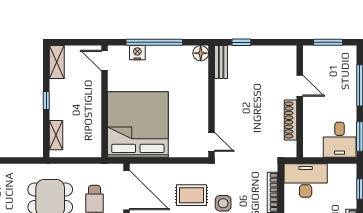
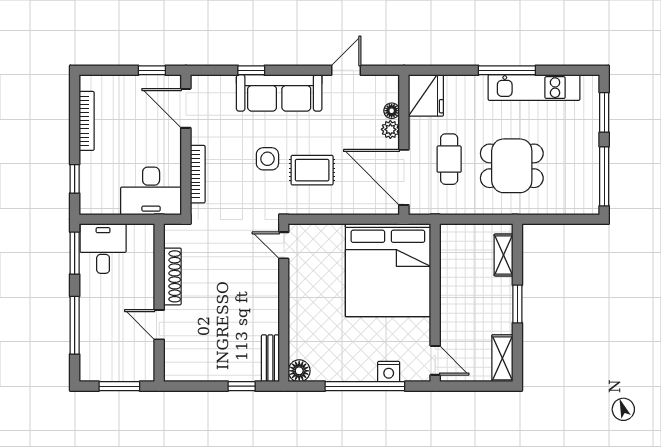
window: (46, 100) -> (517, 304), width x1.50

